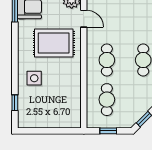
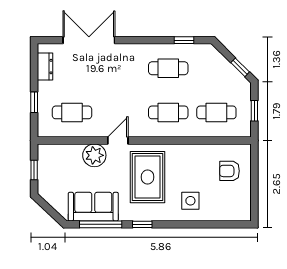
window: (15, 103) -> (142, 224), moved
armchair: (59, 110) -> (229, 171), added

